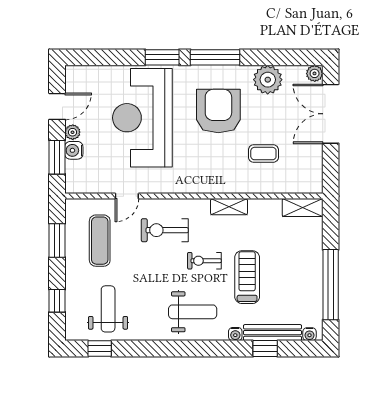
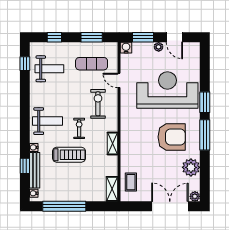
water cooler: (74, 150) -> (126, 48), moved
coffee table: (263, 154) -> (131, 182), moved
weight bench: (193, 312) -> (48, 121), turned -90

